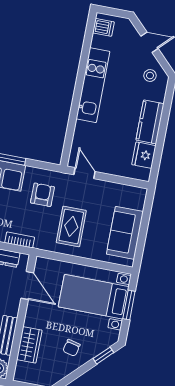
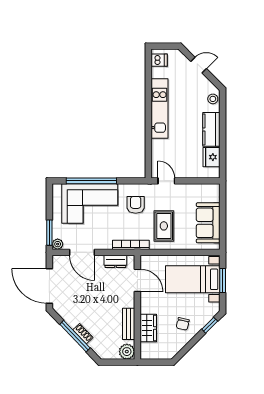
stool: (150, 75) -> (213, 99), moved
bookcase: (20, 240) -> (131, 245), width x1.56

